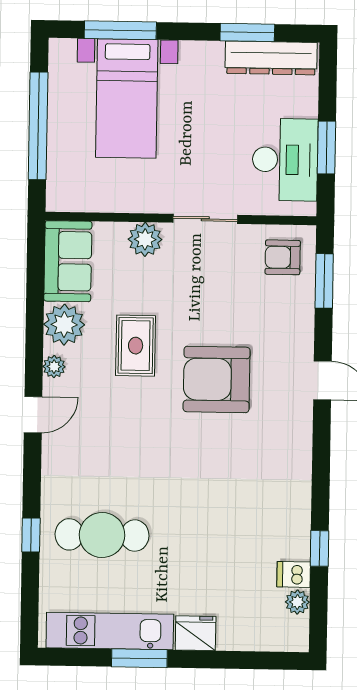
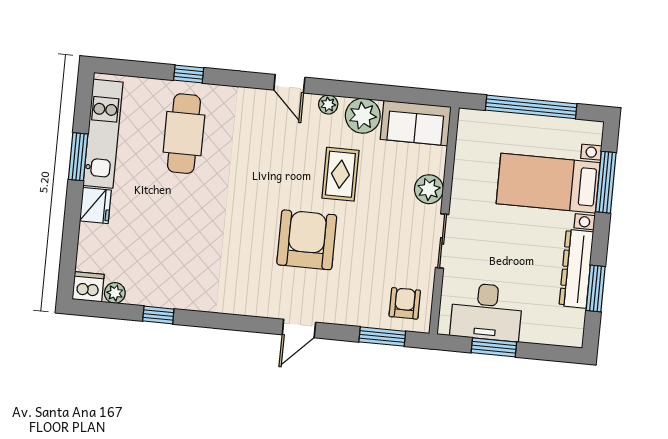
dresser: (271, 58) -> (576, 269), moved
rug: (136, 346) -> (340, 174), turned 90
dishwasher: (294, 574) -> (88, 287), moved, width x1.38

